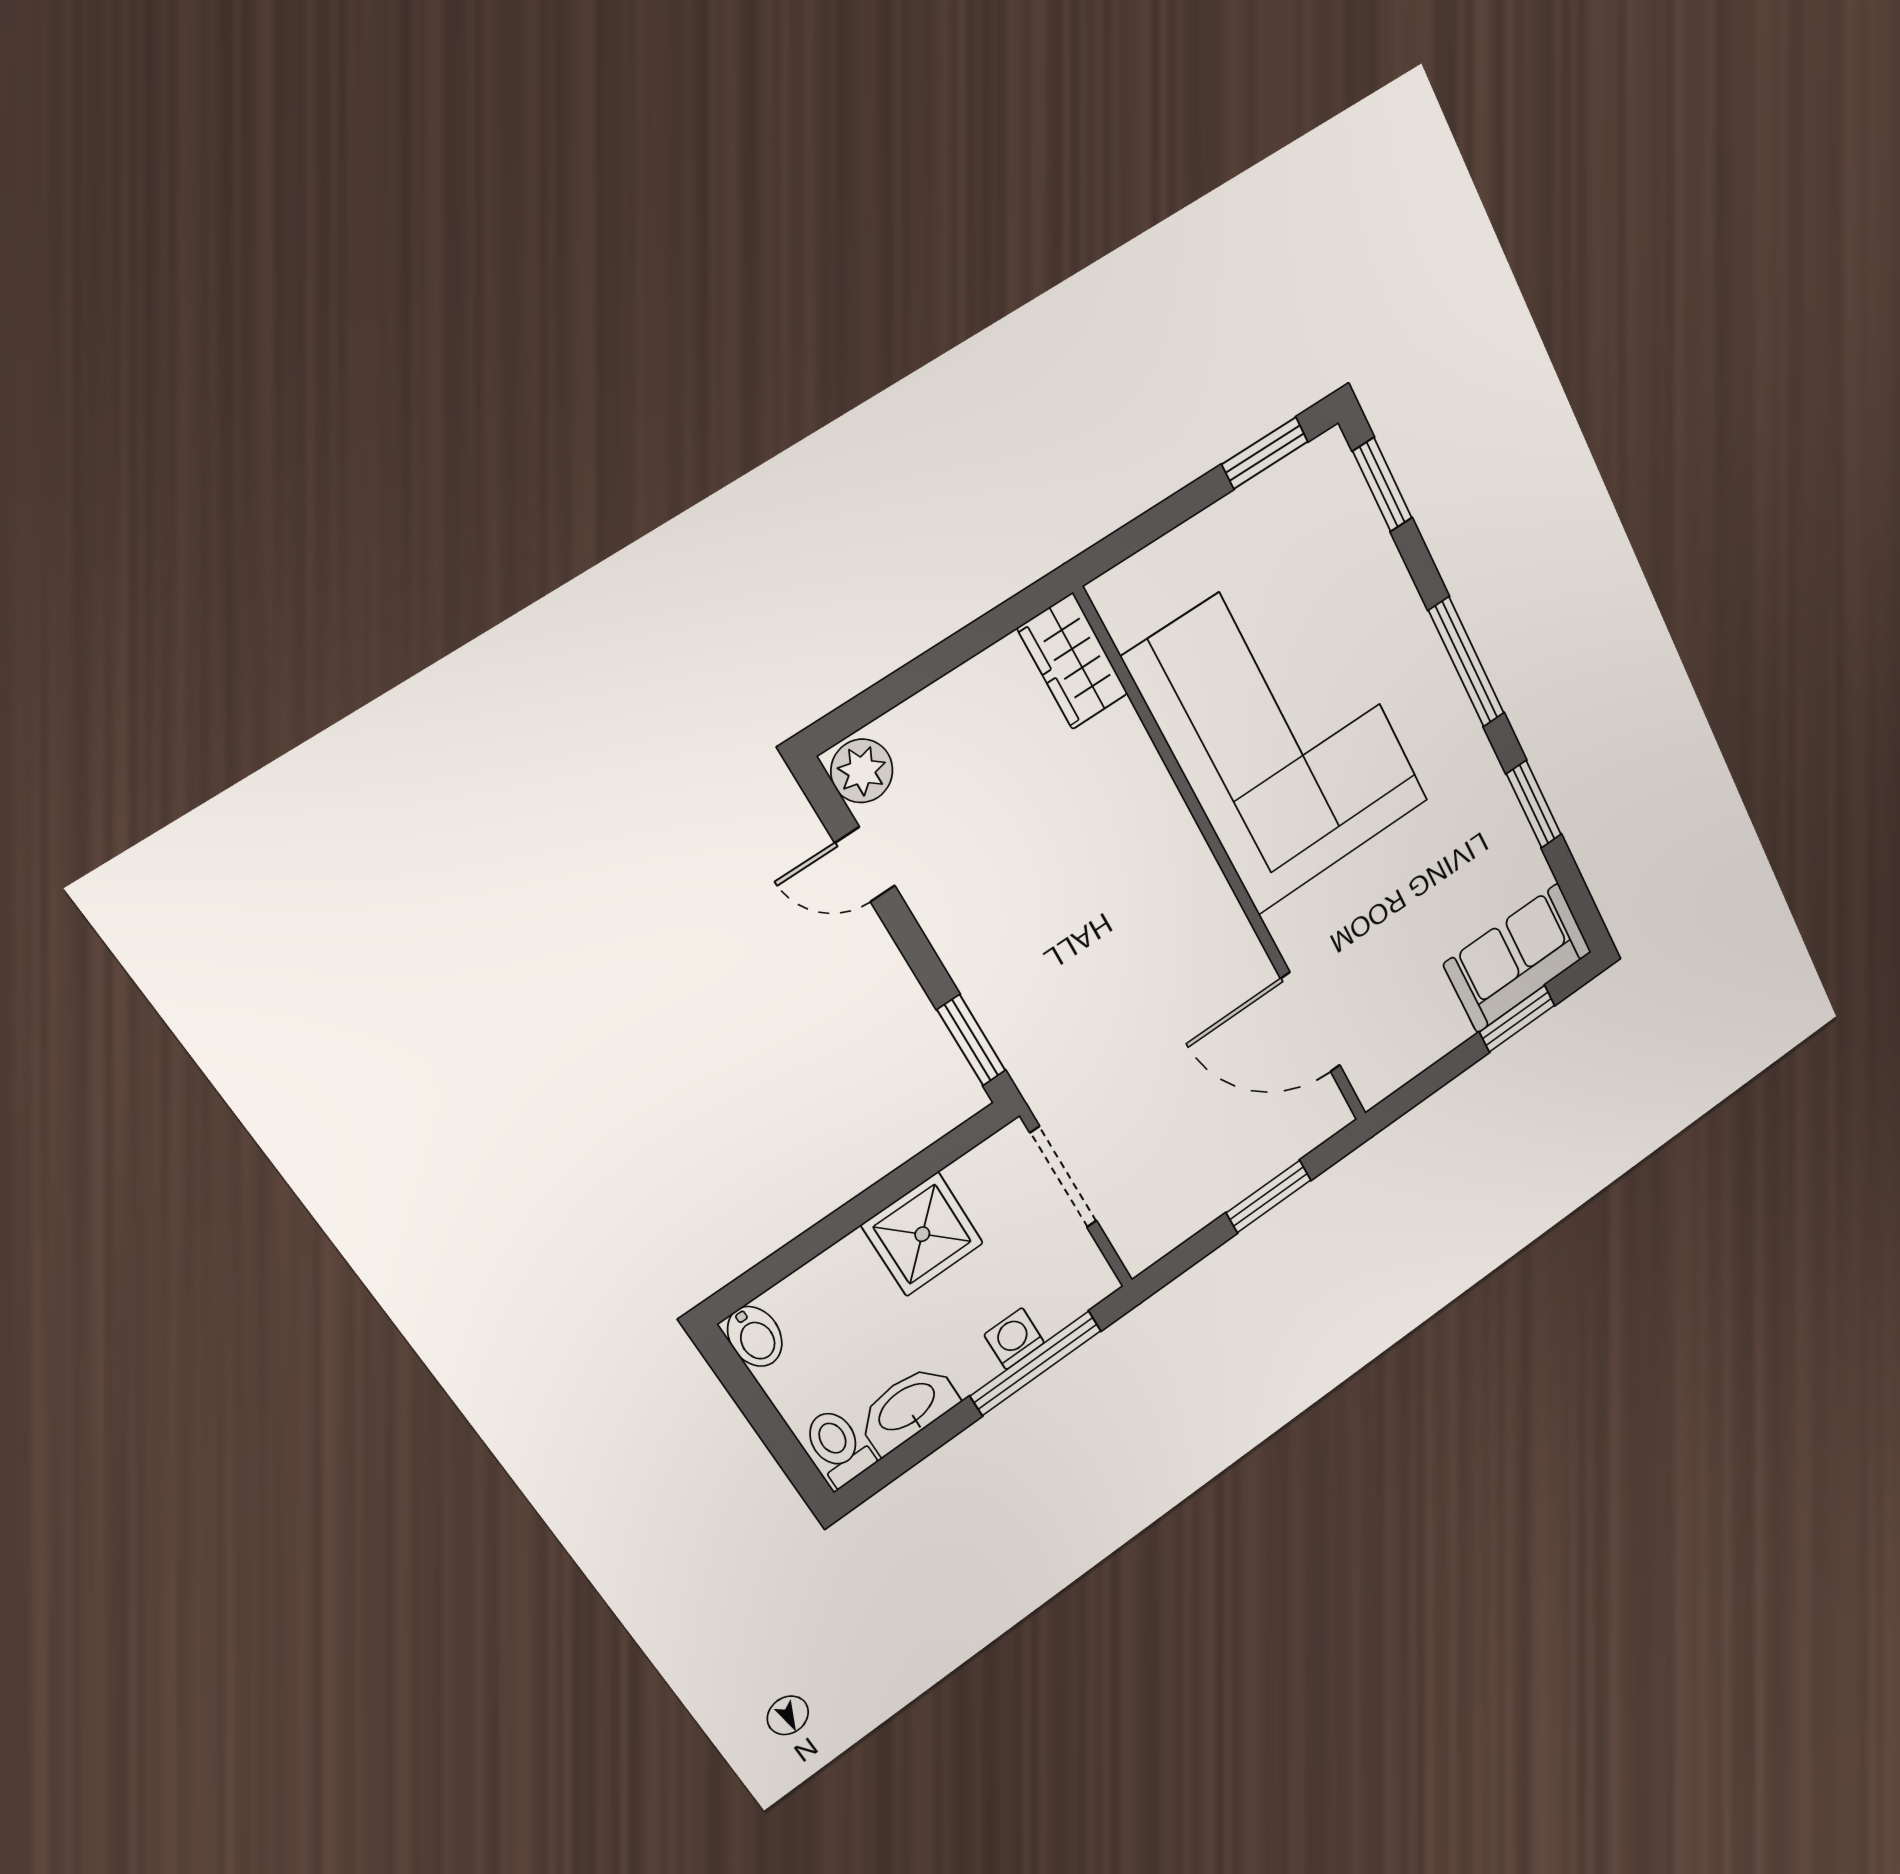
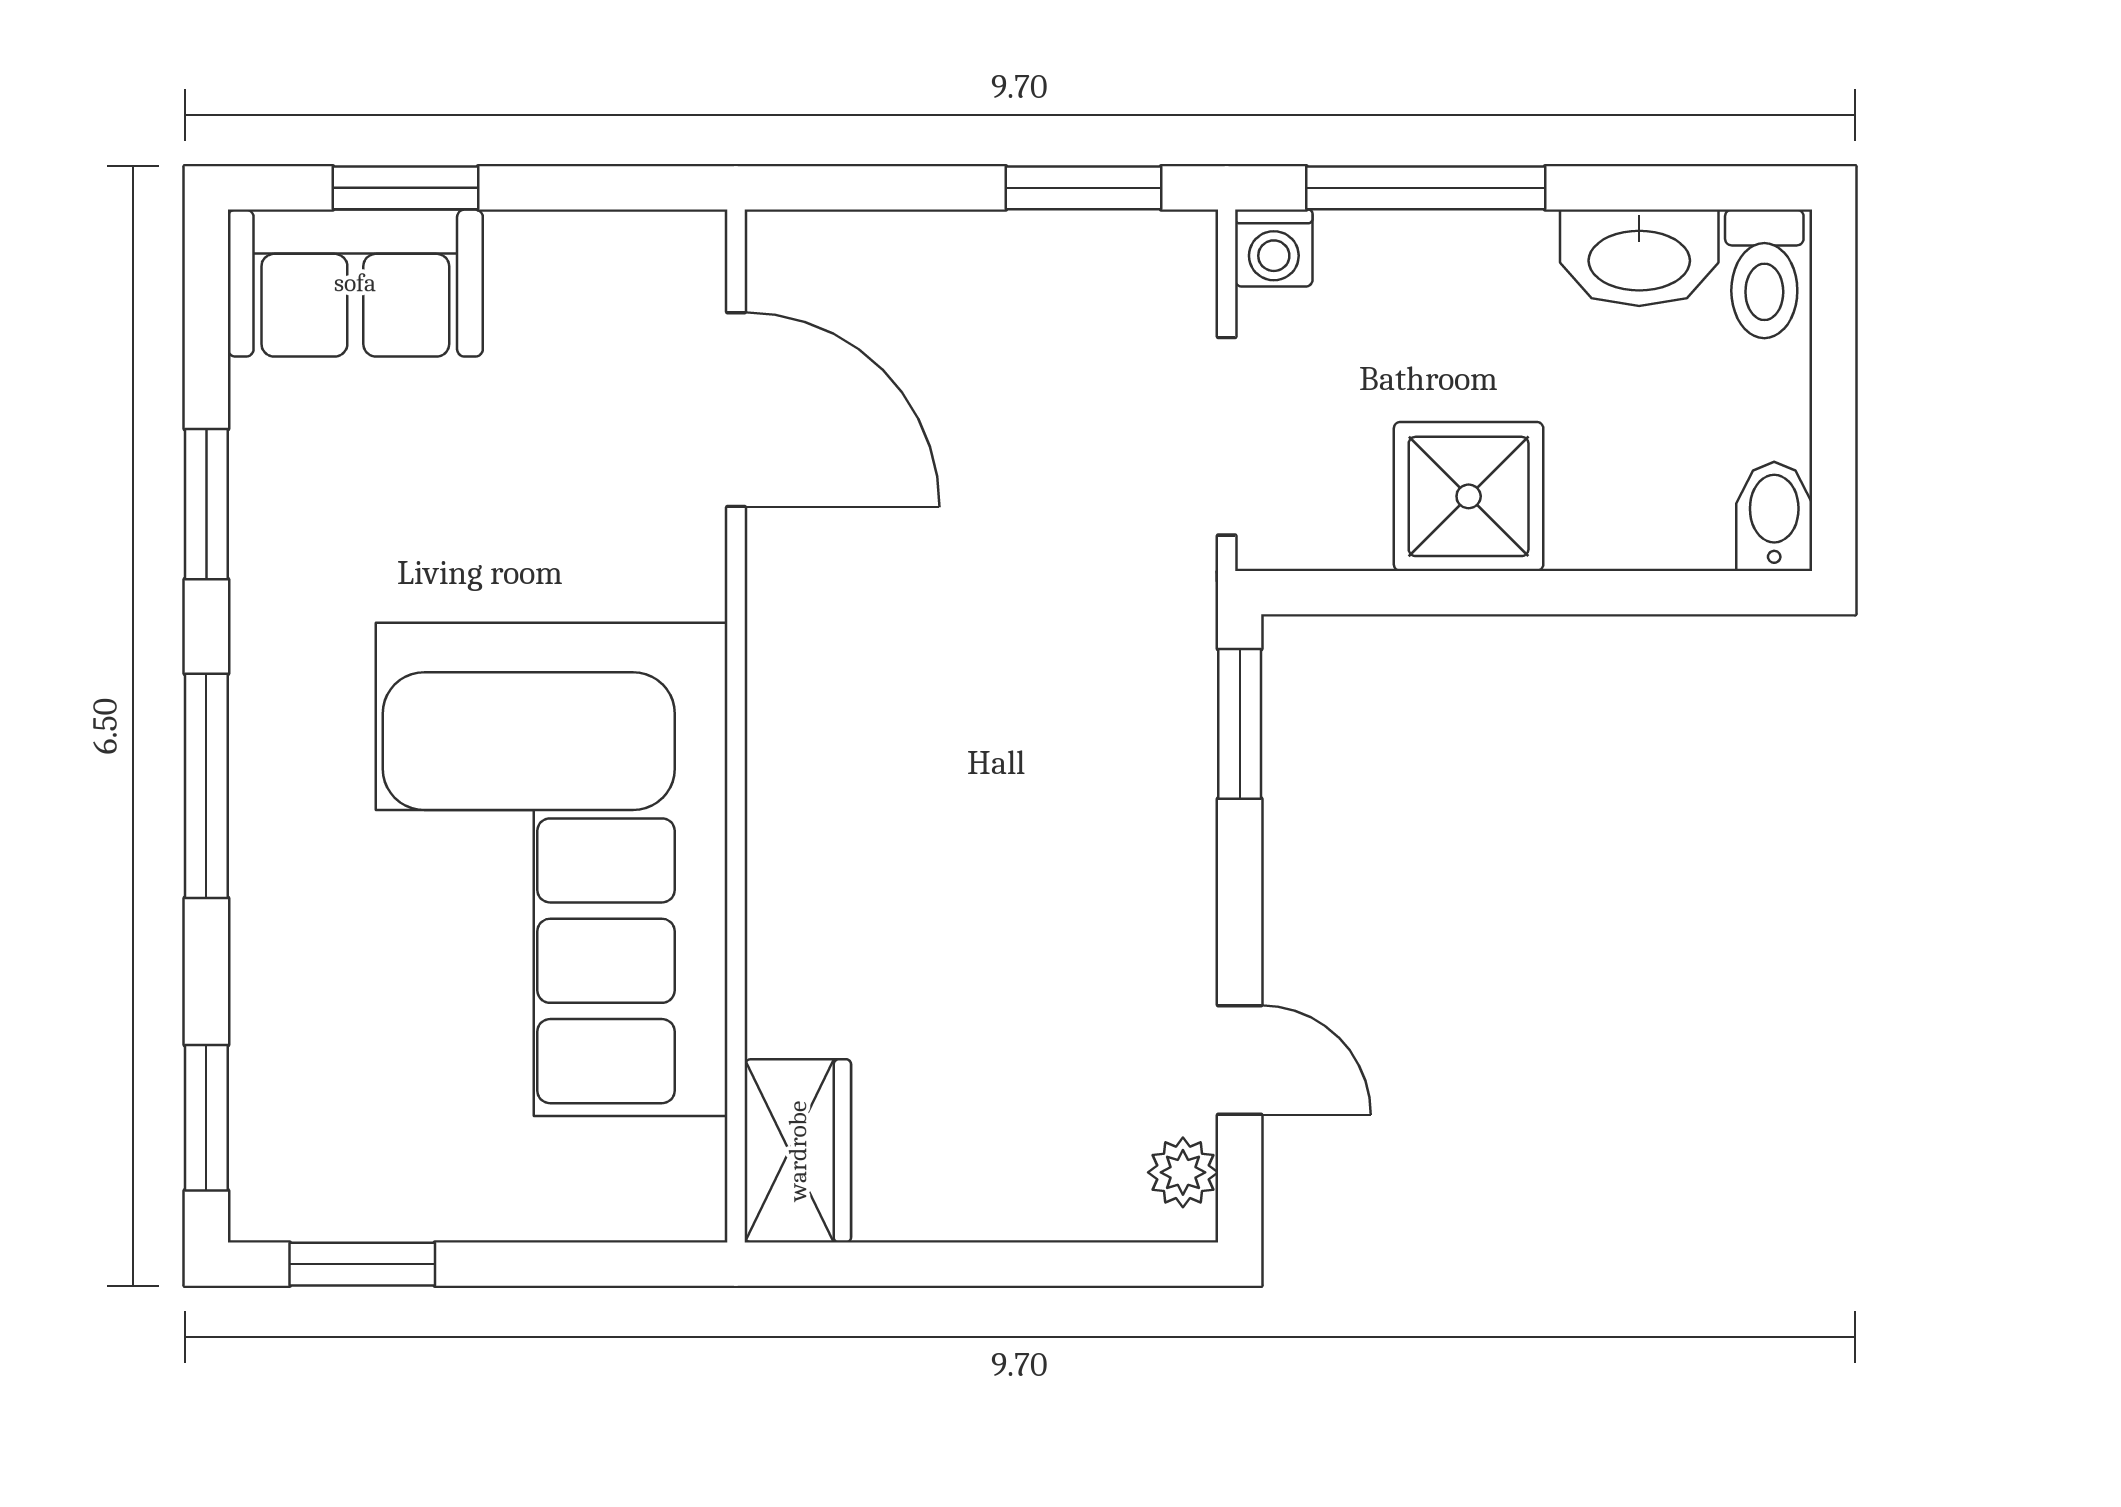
plant: (862, 771) -> (1183, 1172), width x0.73, depth x0.73
window: (1269, 1196) -> (1083, 188), moved
washing machine: (1014, 1339) -> (1274, 248), moved

